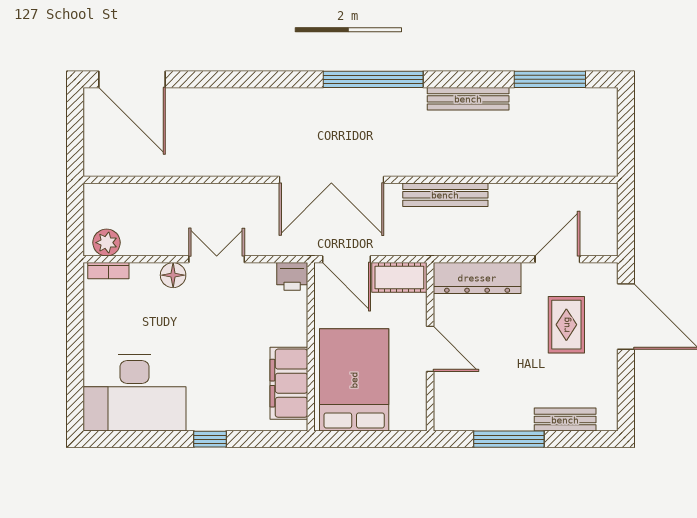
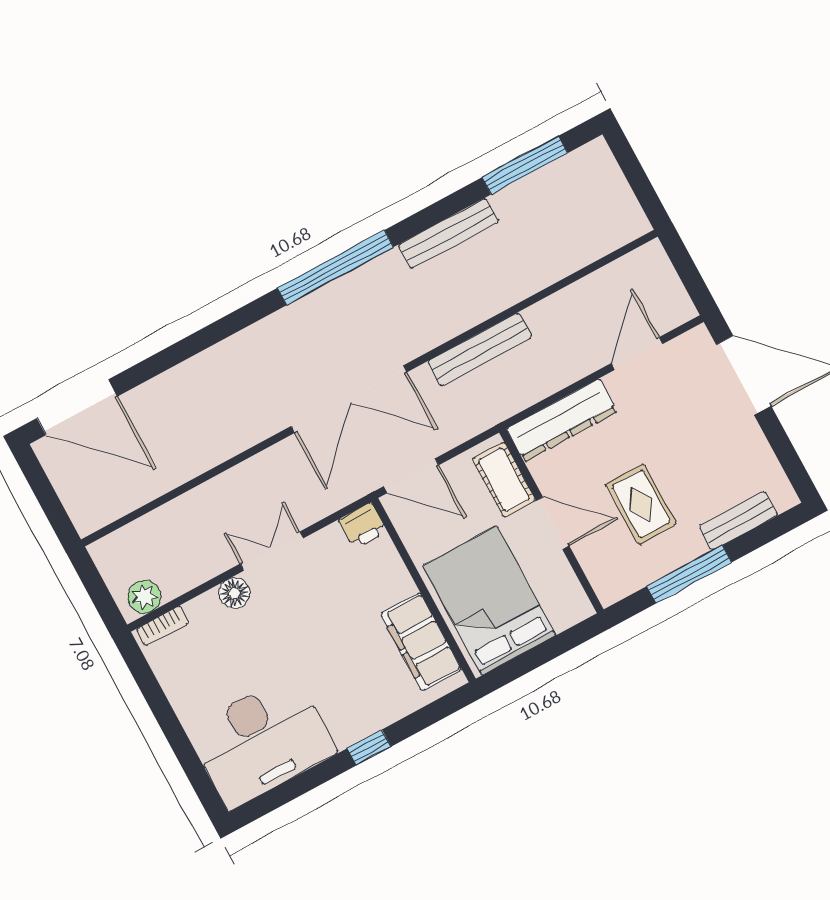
cot: (399, 277) -> (504, 480), moved, turned 90
rug: (566, 325) -> (641, 504), moved

